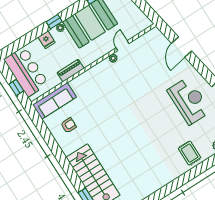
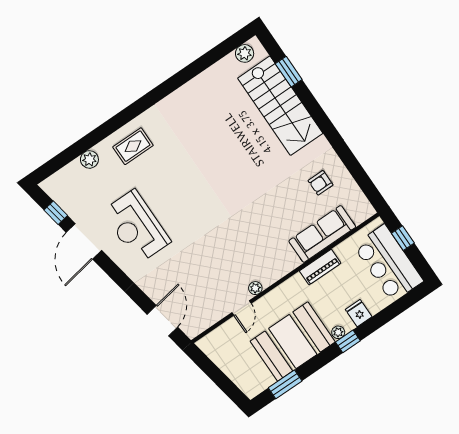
door: (182, 47) -> (162, 321), moved
sofa: (54, 101) -> (322, 234), moved
rug: (190, 153) -> (133, 146), turned 90

